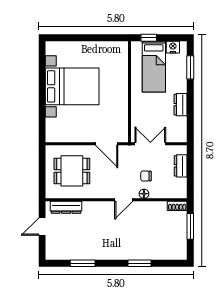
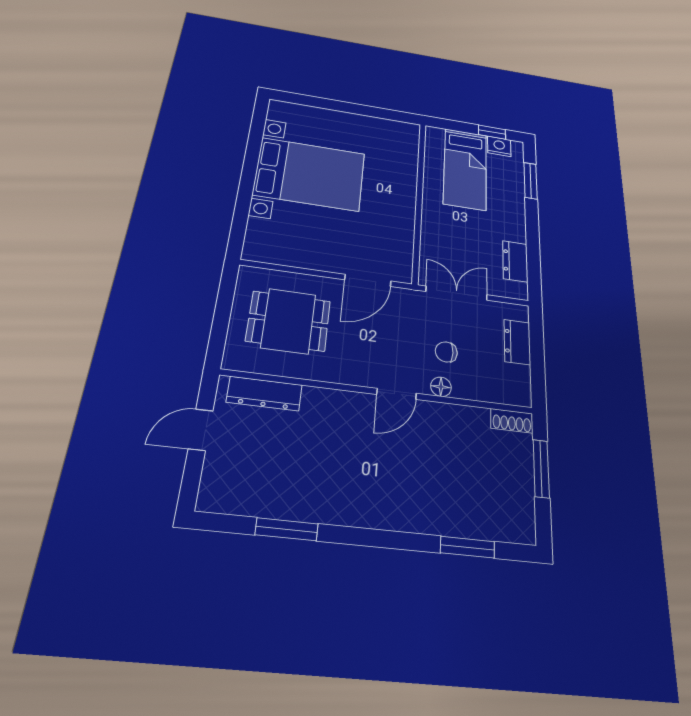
window: (149, 38) -> (492, 132), moved
dresser: (181, 105) -> (515, 261), moved
door: (107, 144) -> (368, 280), hinge flipped
window: (140, 263) -> (467, 547), moved

